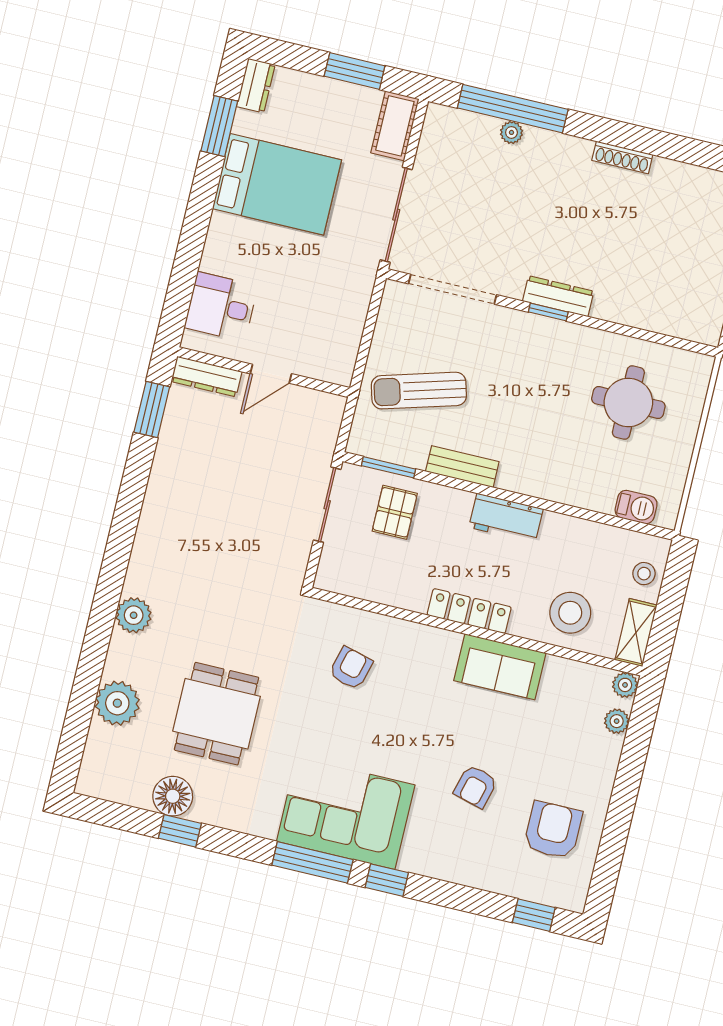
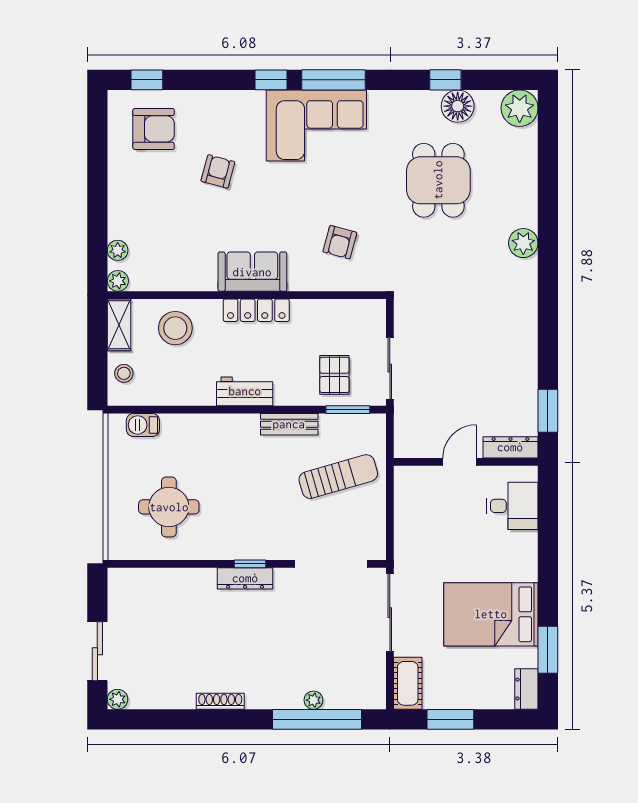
sofa: (500, 667) -> (252, 272), moved
plant: (117, 703) -> (520, 108), moved
armchair: (553, 830) -> (154, 129), moved, turned -90

